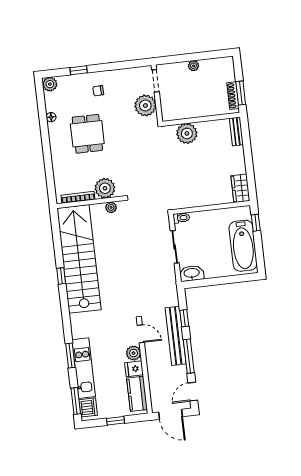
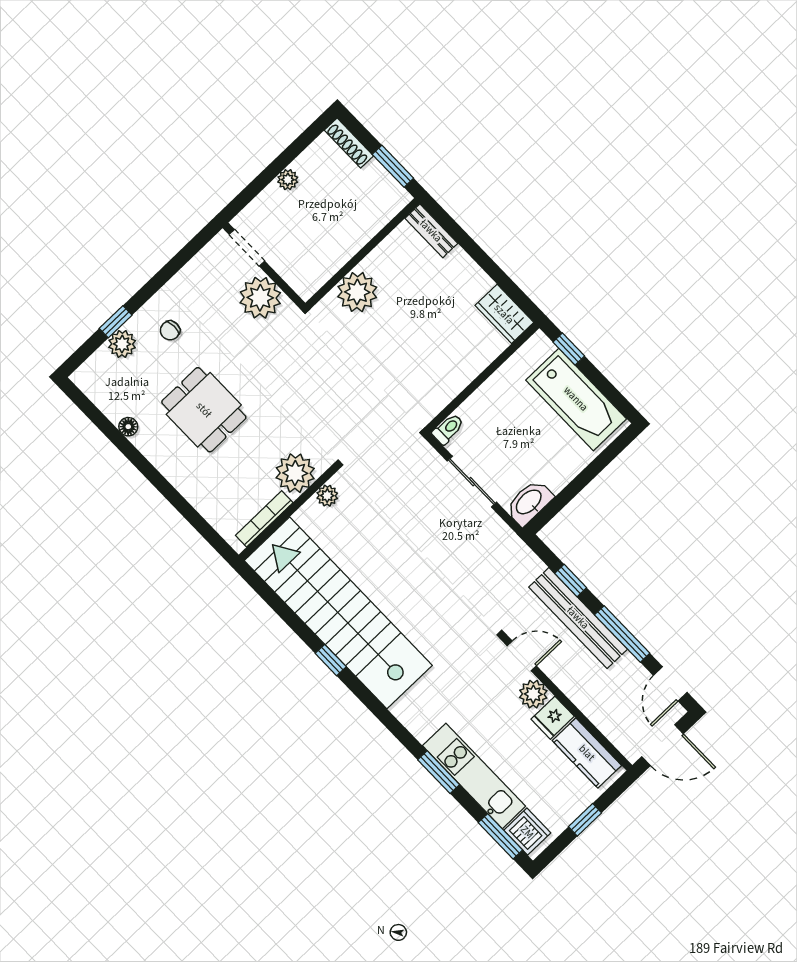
plant: (50, 84) -> (122, 344), moved
shoe rack: (233, 96) -> (349, 143), moved

